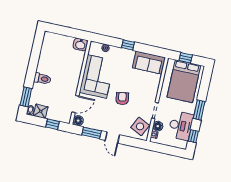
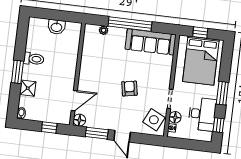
washbasin: (80, 44) -> (56, 27), moved
window: (128, 45) -> (130, 24), width x3.17
sofa: (149, 63) -> (151, 42), width x1.36
corner sofa: (97, 77) -> (97, 65), removed
toilet: (42, 79) -> (34, 59), moved
window: (26, 97) -> (17, 72), moved
shower: (41, 111) -> (28, 88), moved

